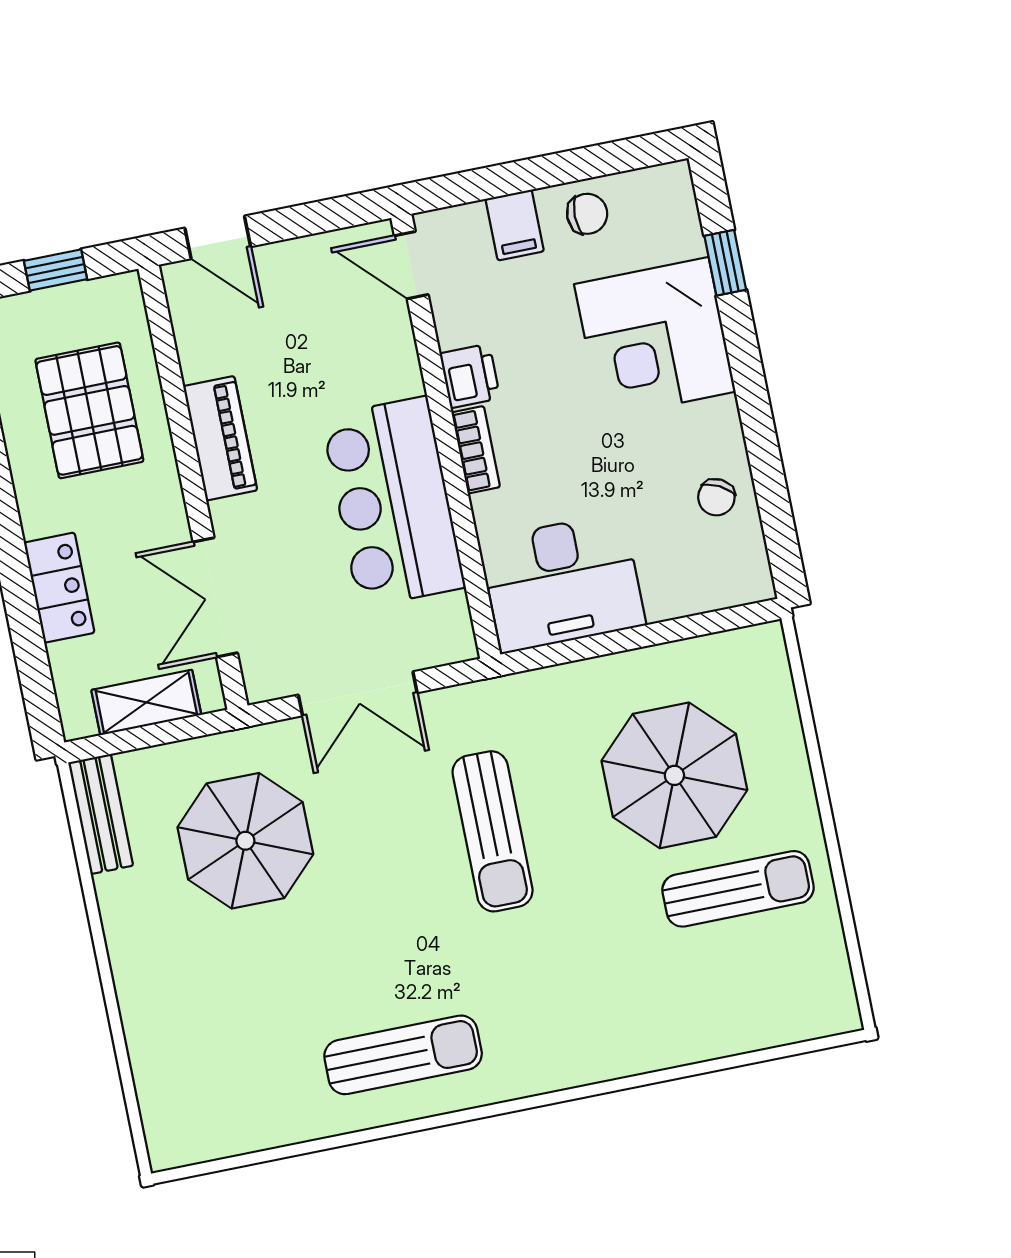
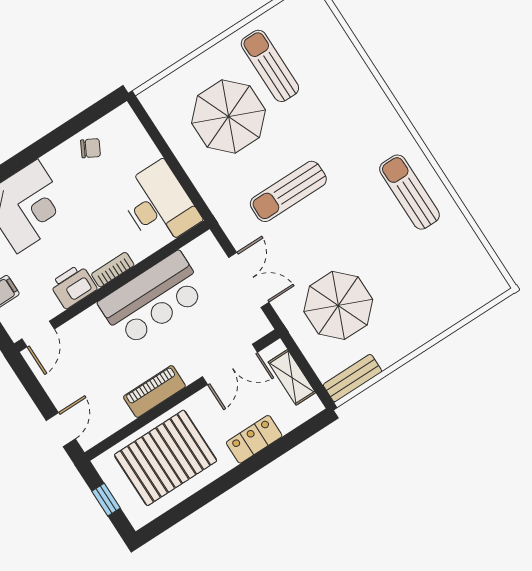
printer: (470, 376) -> (73, 286), width x1.36, depth x1.24
pallet: (89, 410) -> (166, 458), width x1.37, depth x1.41
sun lounger: (493, 831) -> (288, 191), turned 180

